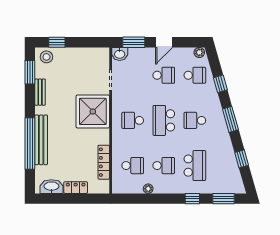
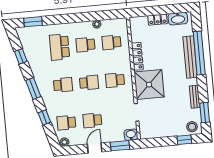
school desk: (133, 120) -> (115, 80), turned 180
school desk: (164, 120) -> (89, 83), width x0.54
locker: (104, 162) -> (137, 56), moved
window: (192, 199) -> (59, 19), removed

